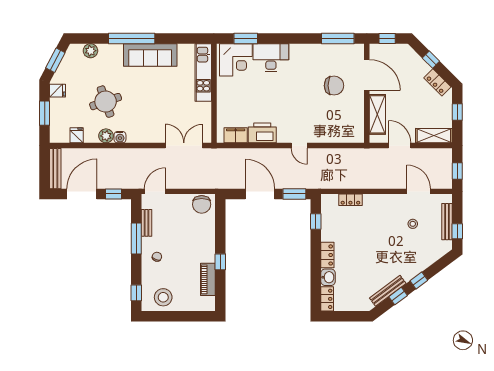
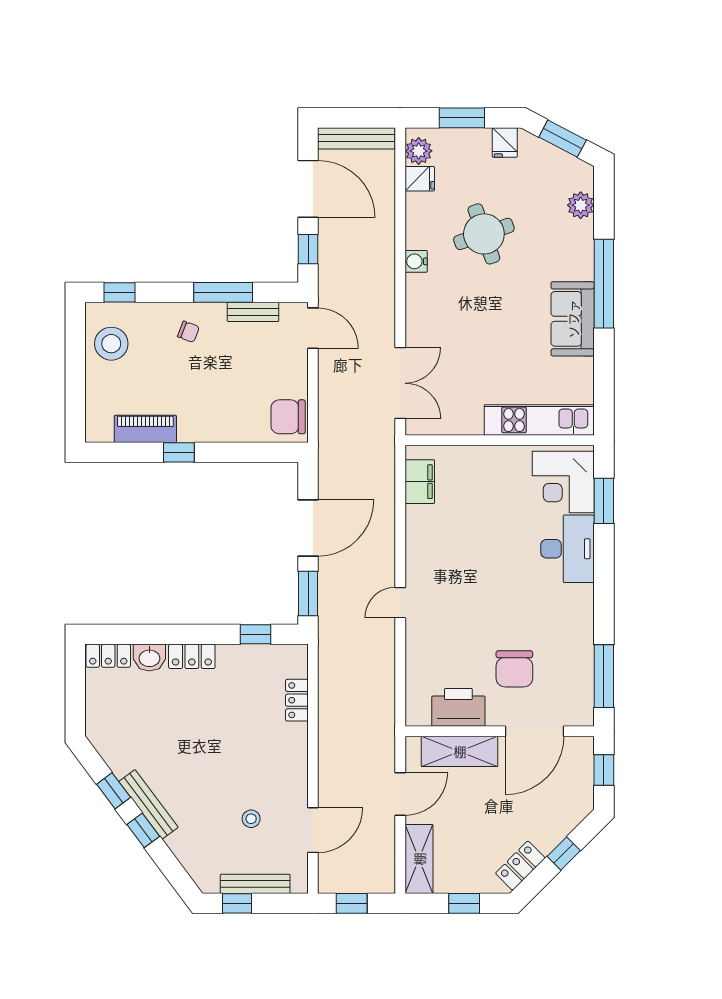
sofa: (150, 55) -> (573, 319), width x0.73
printer: (262, 133) -> (458, 707), moved, turned -90
plant: (106, 136) -> (419, 151), moved
bench: (388, 291) -> (149, 804), moved

